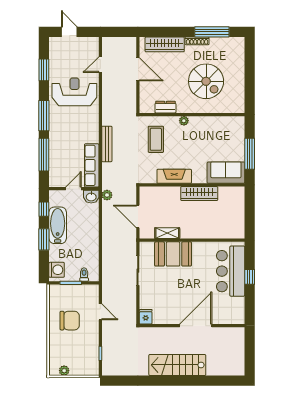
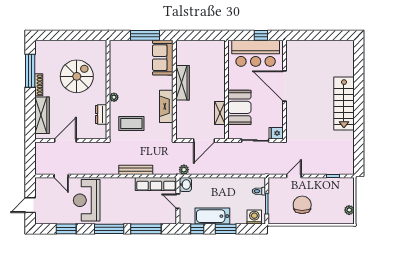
fridge: (146, 317) -> (276, 133), moved
wall: (192, 326) -> (284, 90), moved
door: (196, 326) -> (284, 86), moved

